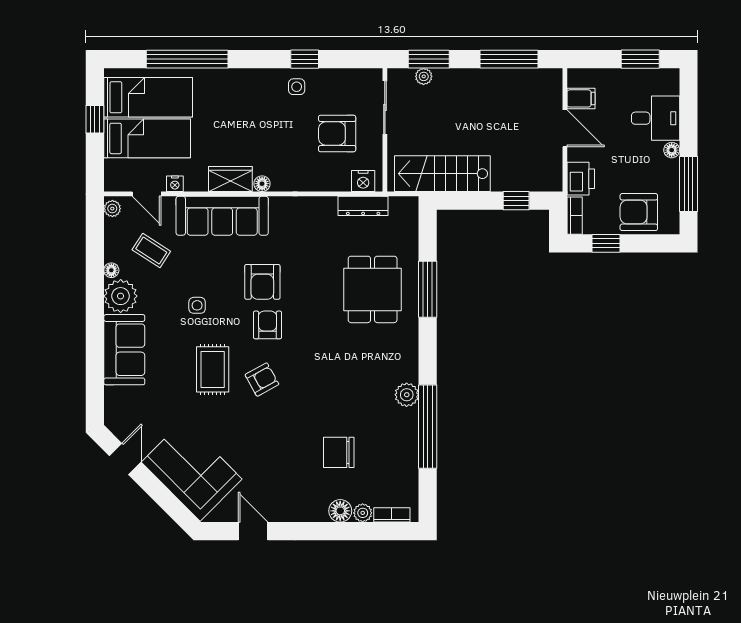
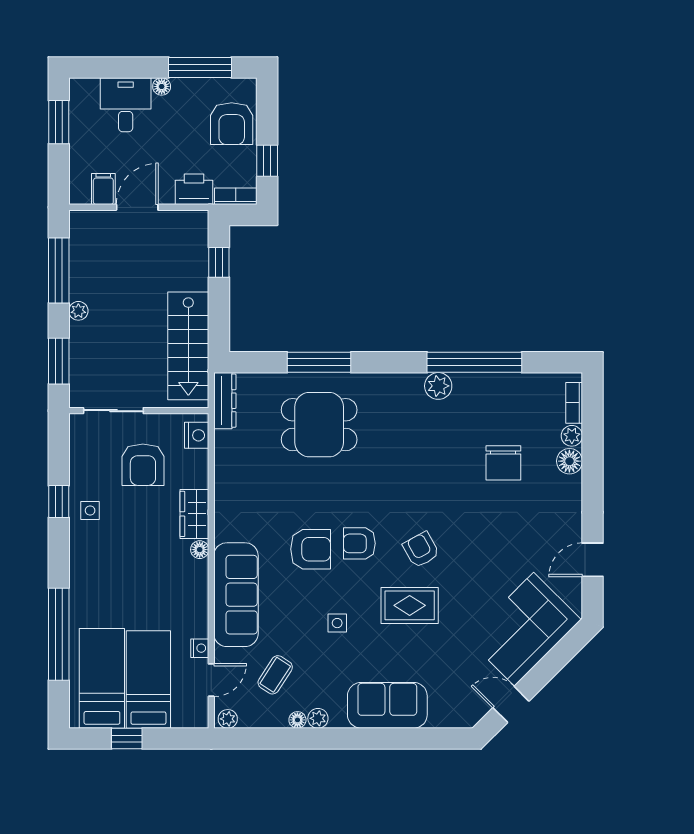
plant: (424, 76) -> (78, 311), moved
wardrobe: (230, 179) -> (194, 514), moved
dresser: (363, 206) -> (225, 401), moved
plant: (121, 296) -> (318, 718), width x0.53, depth x0.53

